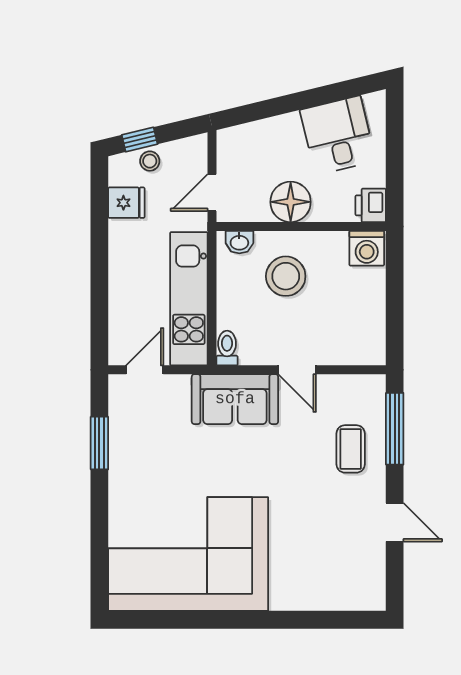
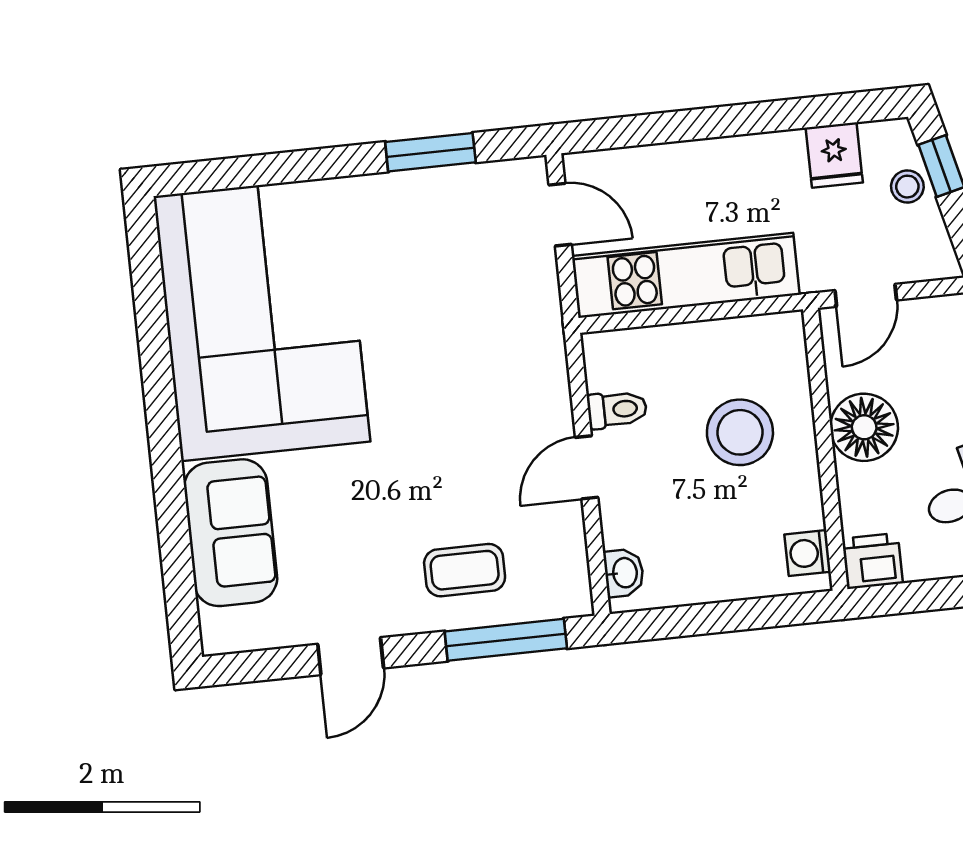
door: (212, 193) -> (866, 295), swing flipped
washbasin: (239, 242) -> (624, 573), moved, turned 180
washing machine: (367, 248) -> (808, 553), width x0.73, depth x0.73
toilet: (227, 348) -> (617, 410), moved
sofa: (235, 399) -> (231, 533), moved, turned 180

